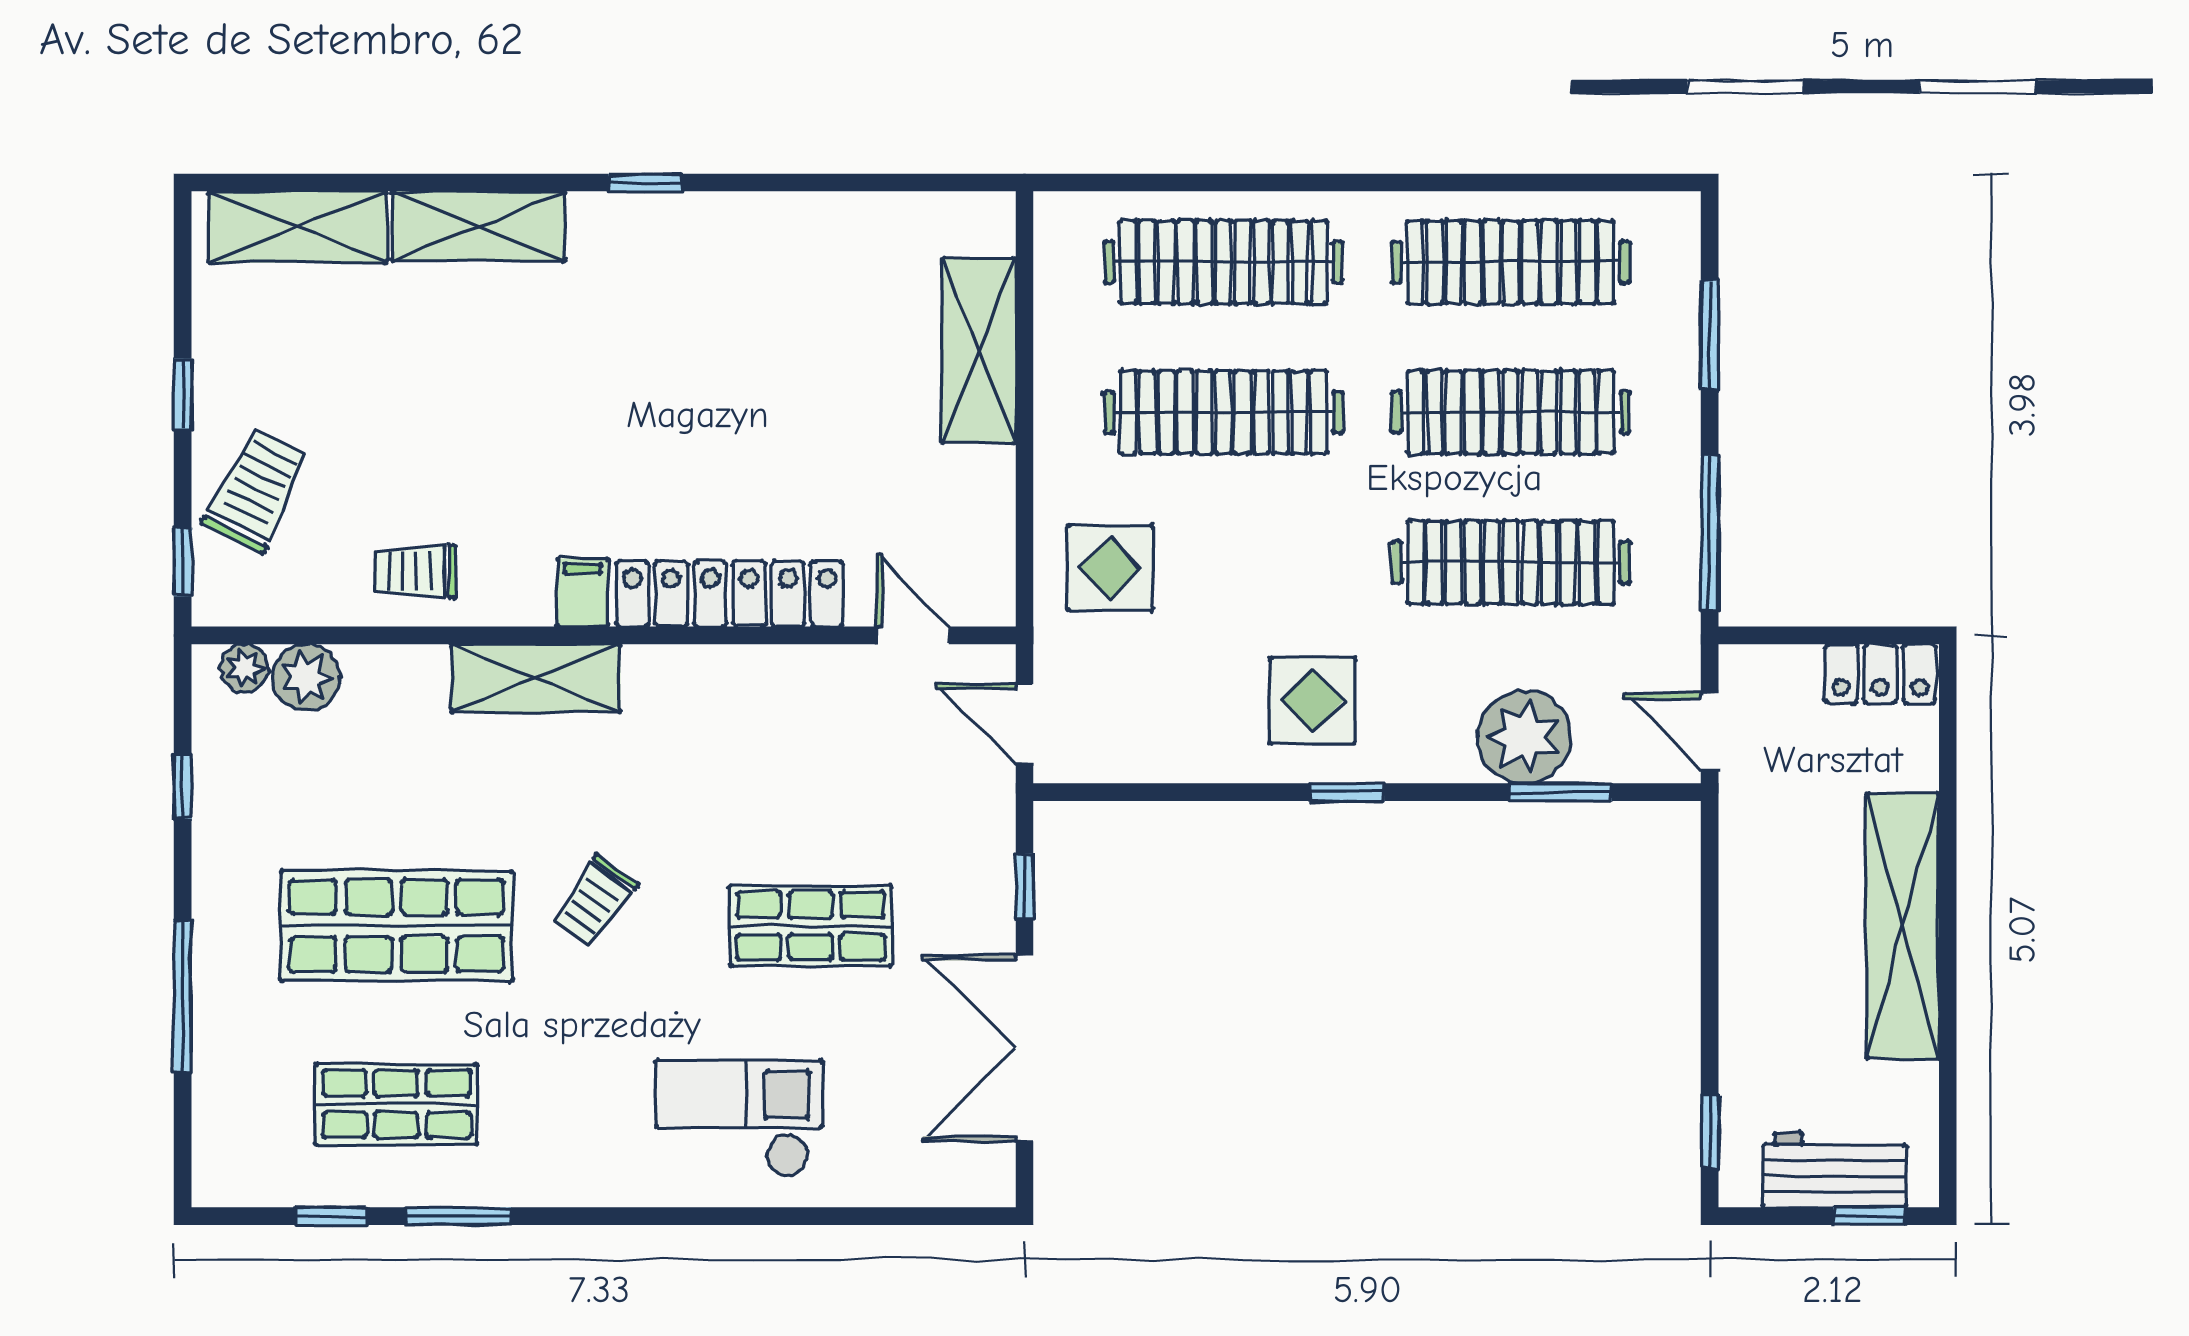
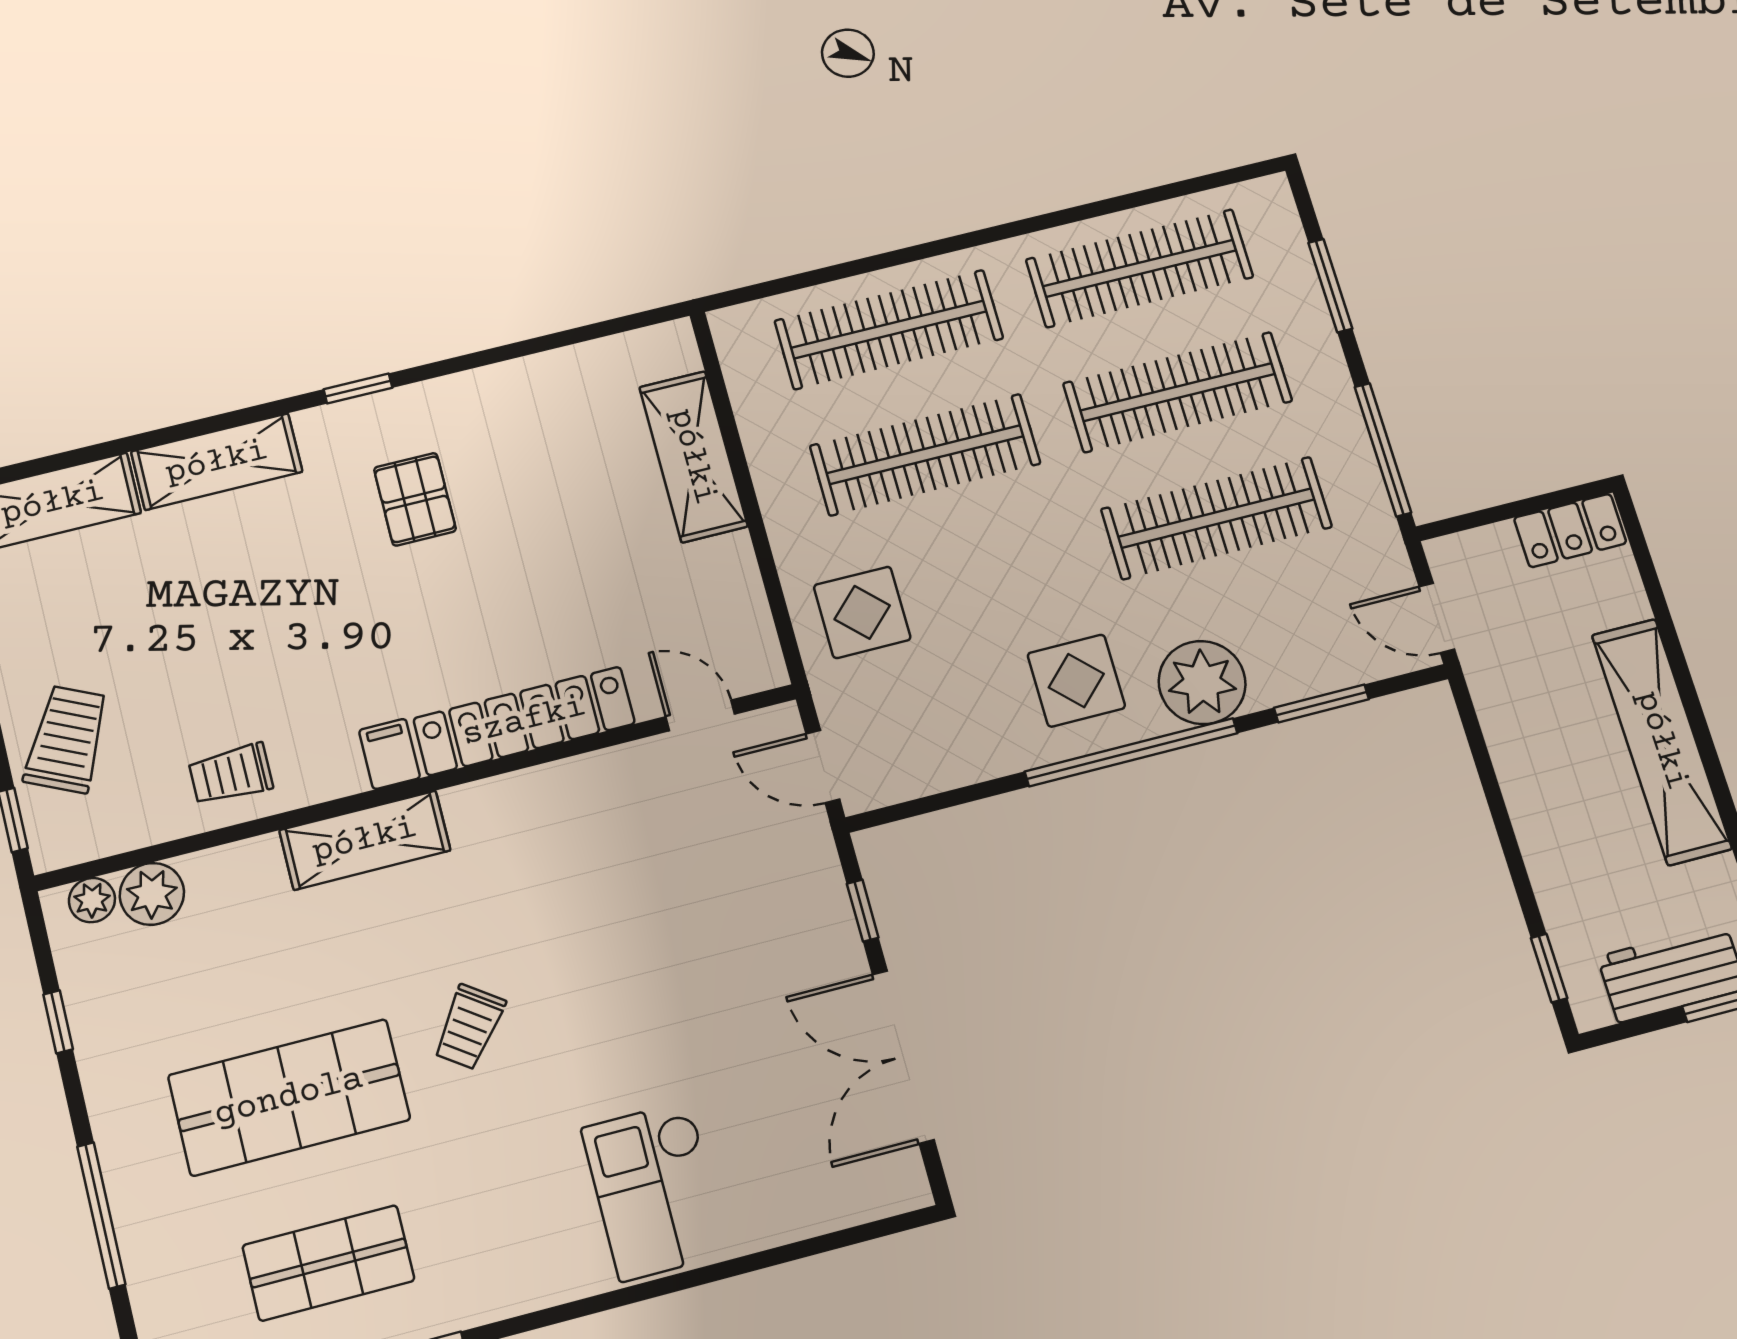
pallet: (675, 322) -> (415, 499), added
plant: (1524, 737) -> (1202, 682), moved
window: (1348, 792) -> (1131, 752), width x3.17
shop shelf: (811, 926) -> (676, 997), removed
checkout: (739, 1118) -> (655, 1191), turned -90

